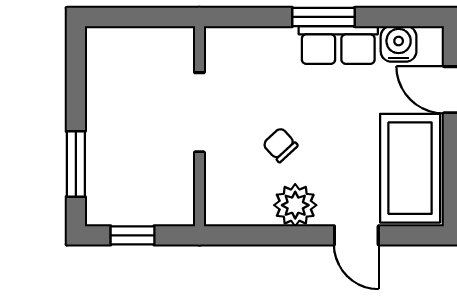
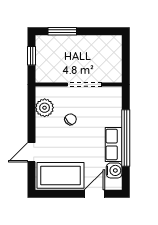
window: (323, 17) -> (126, 138), width x2.11
plant: (295, 205) -> (45, 108), moved

